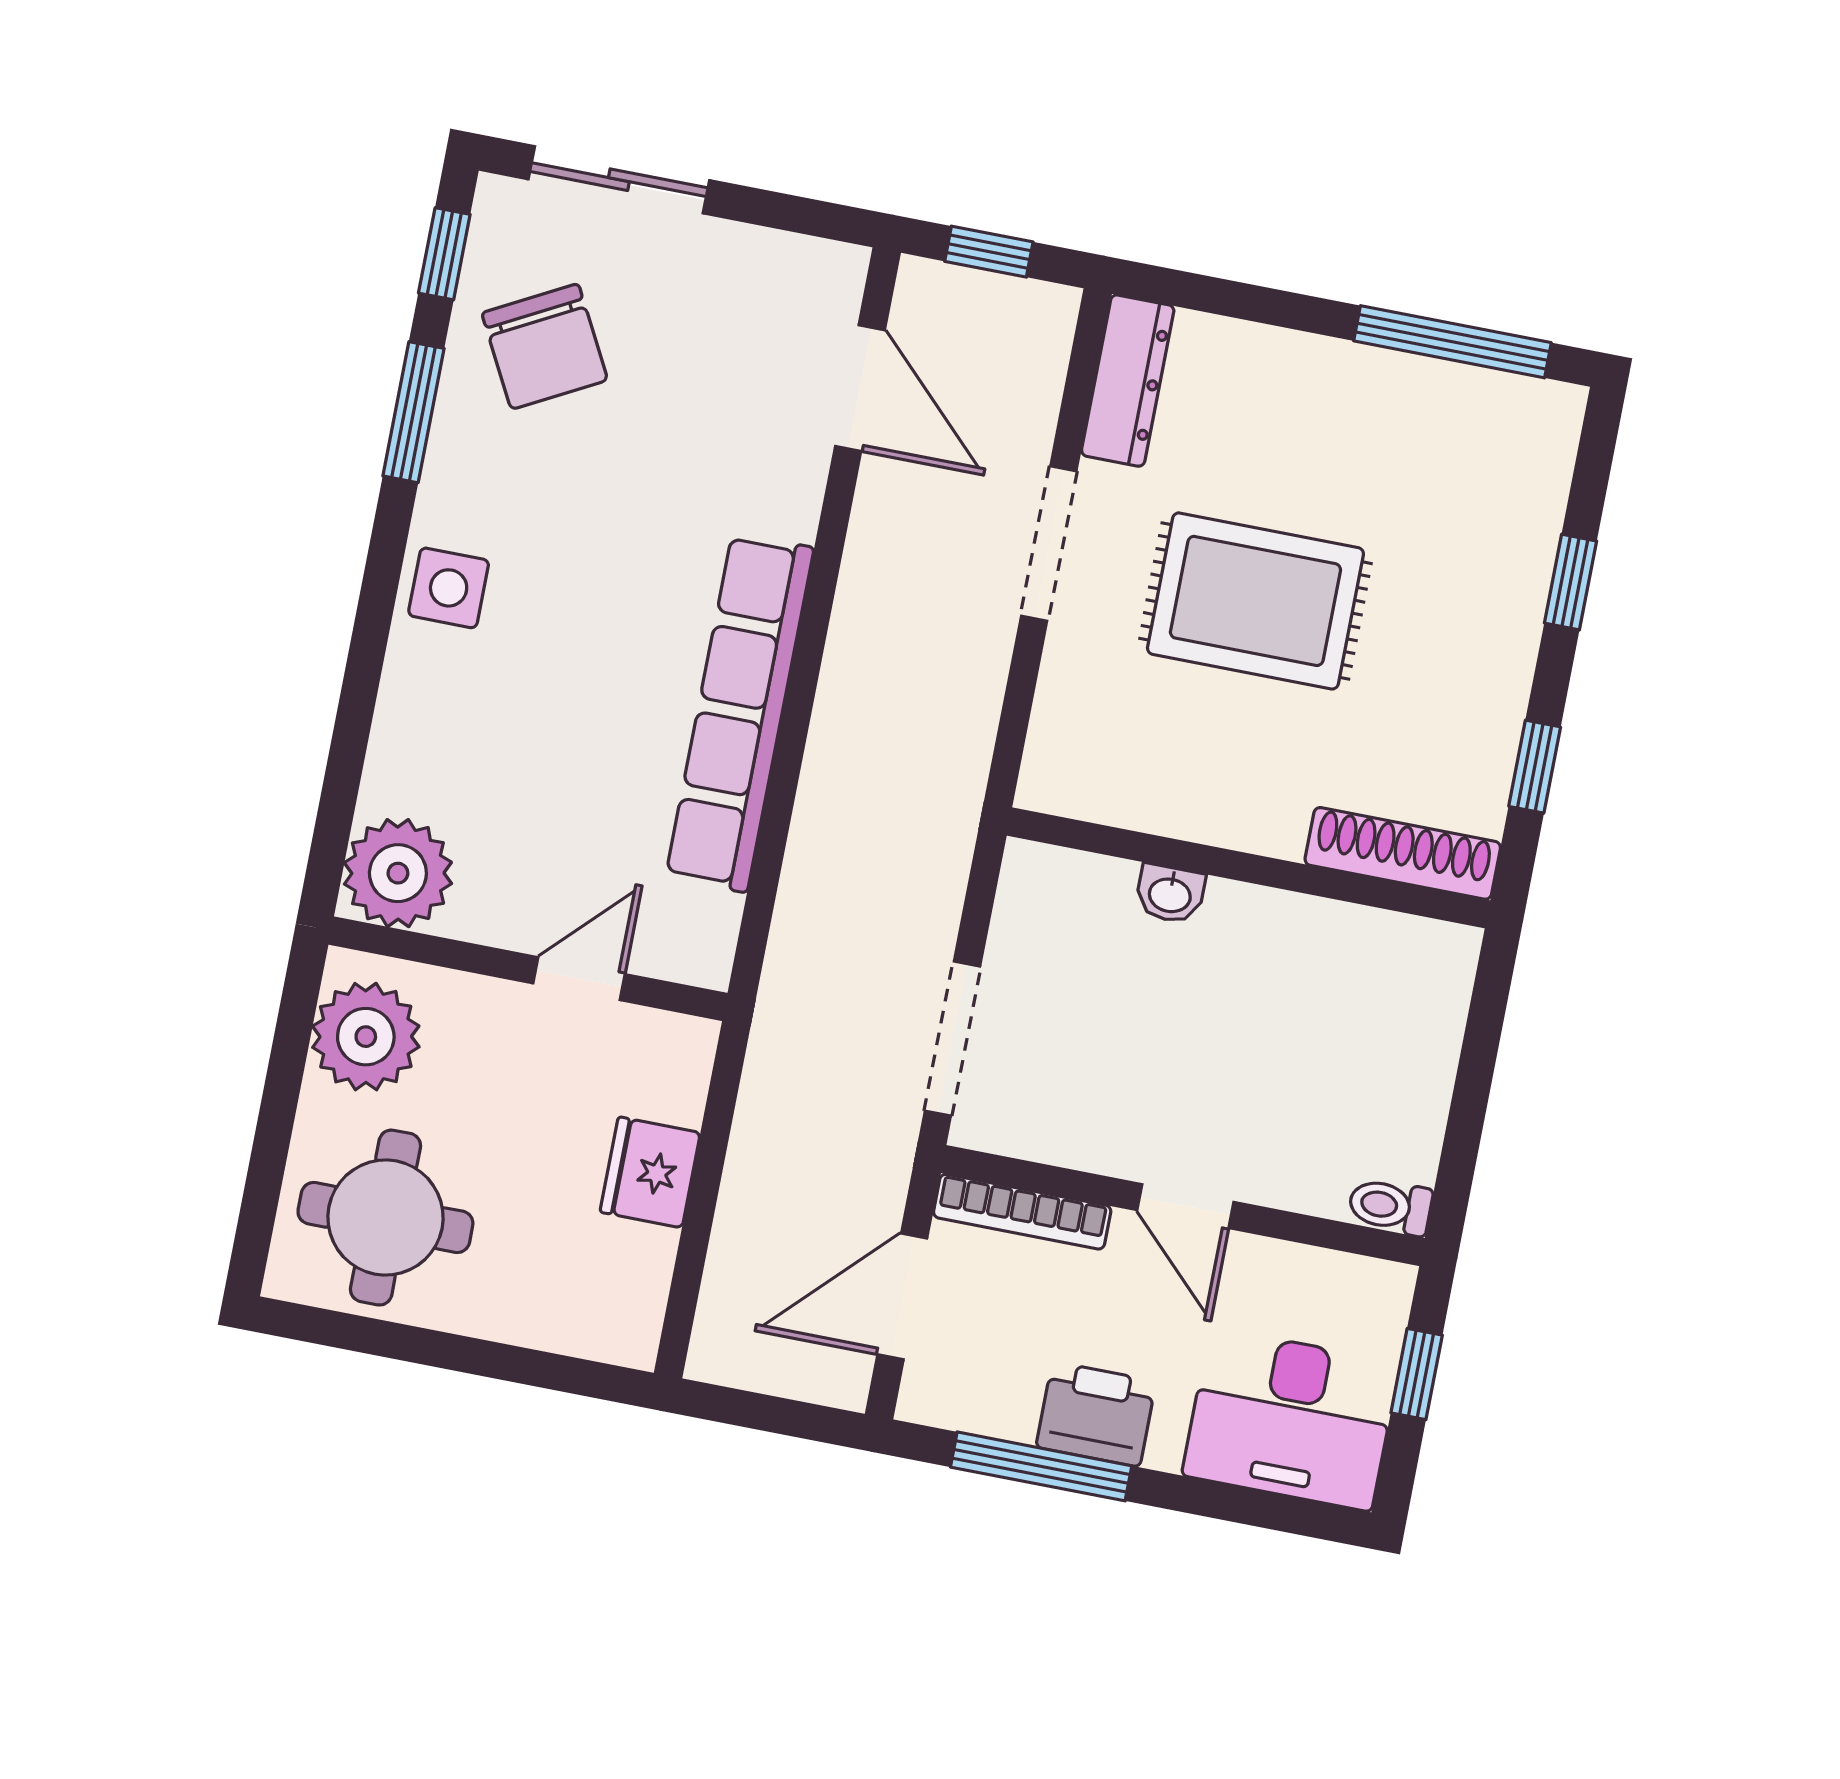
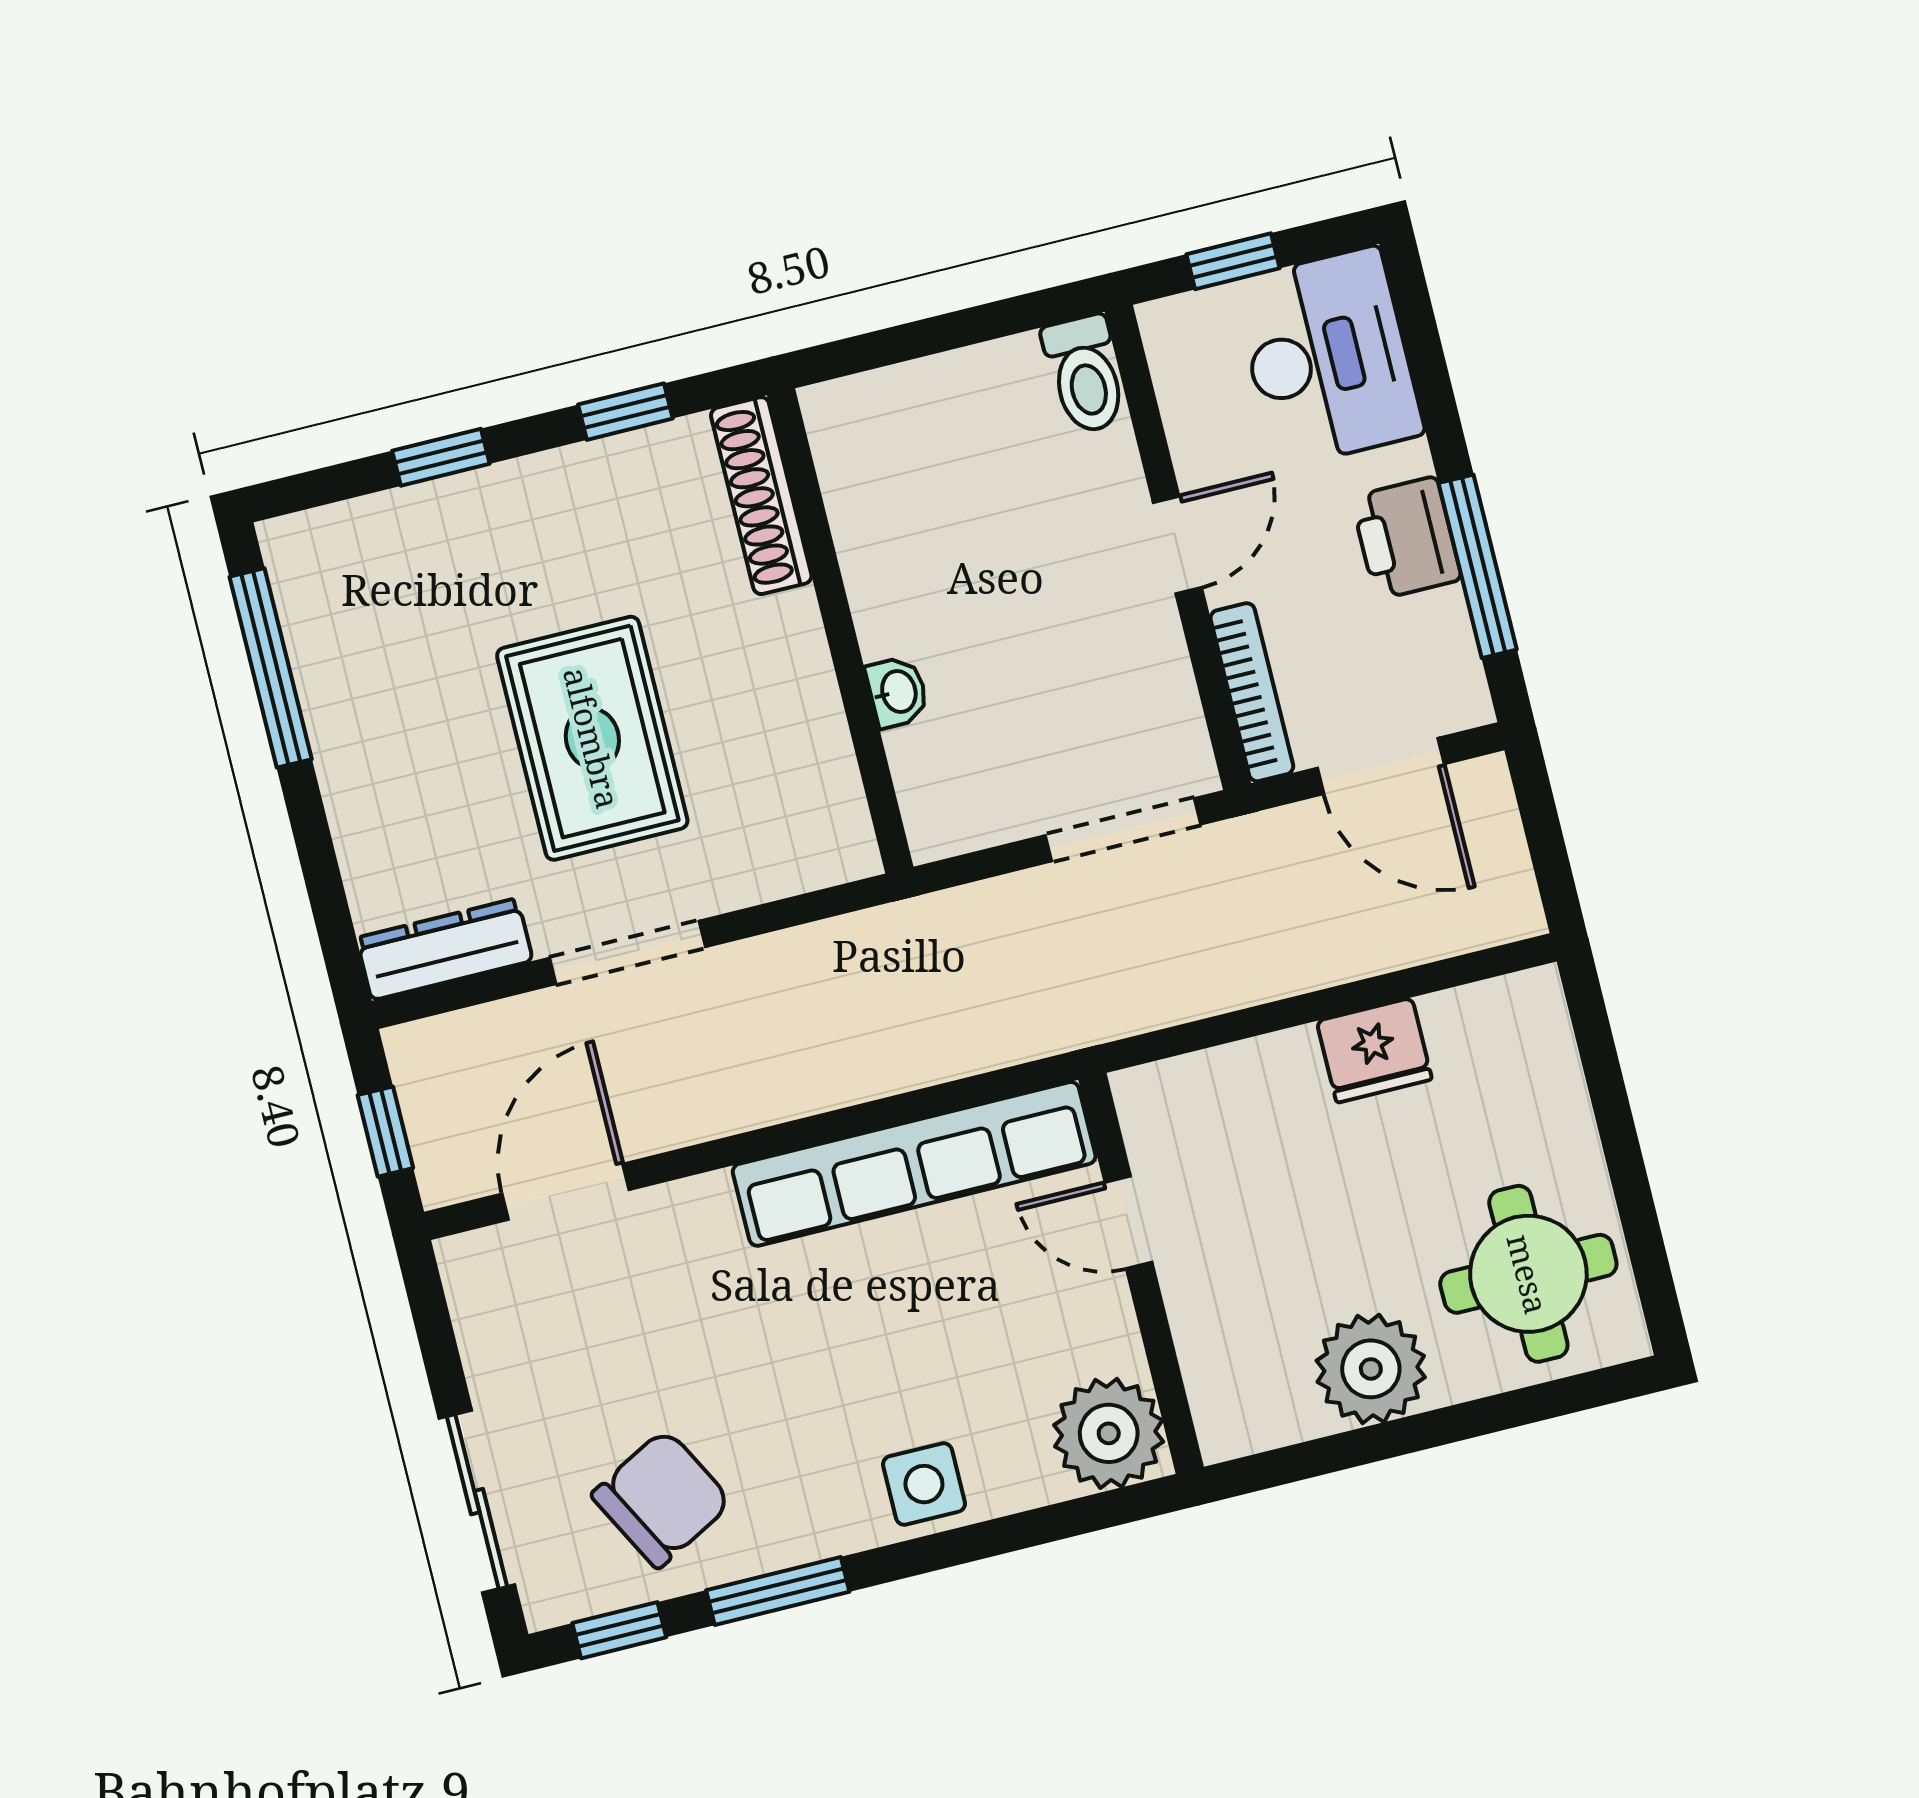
plant: (398, 873) -> (1109, 1433), moved
wall: (528, 969) -> (1141, 1273), moved
door: (579, 979) -> (1128, 1222), moved
toilet: (1390, 1206) -> (1085, 374), width x1.37, depth x1.39

